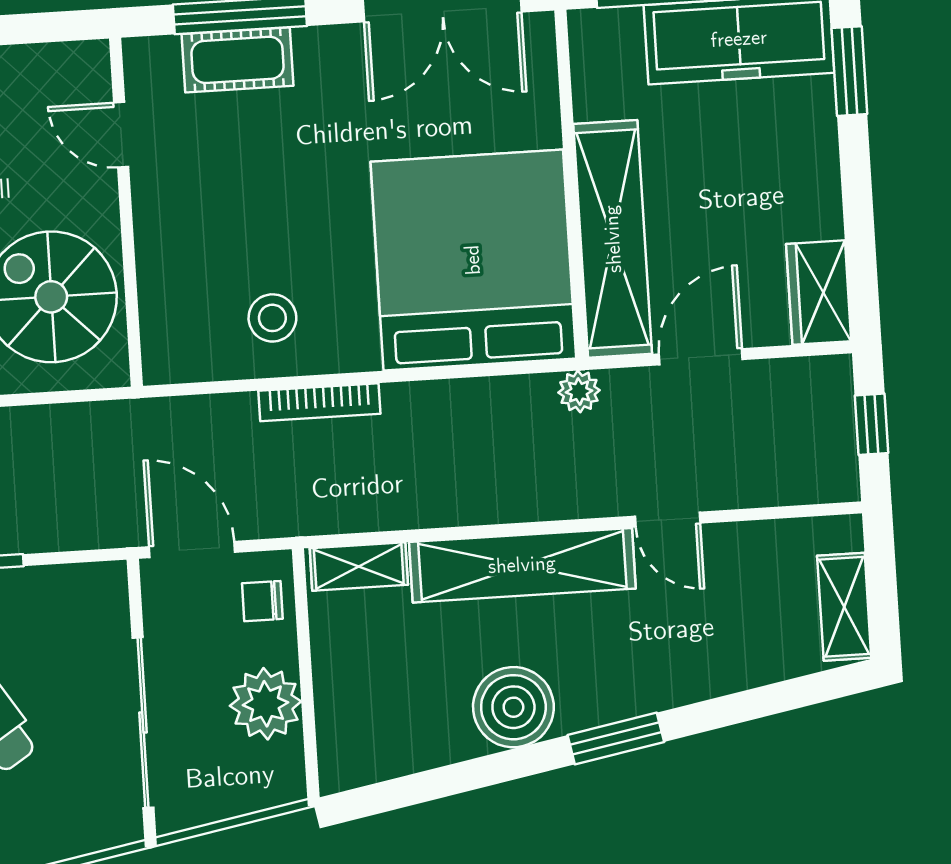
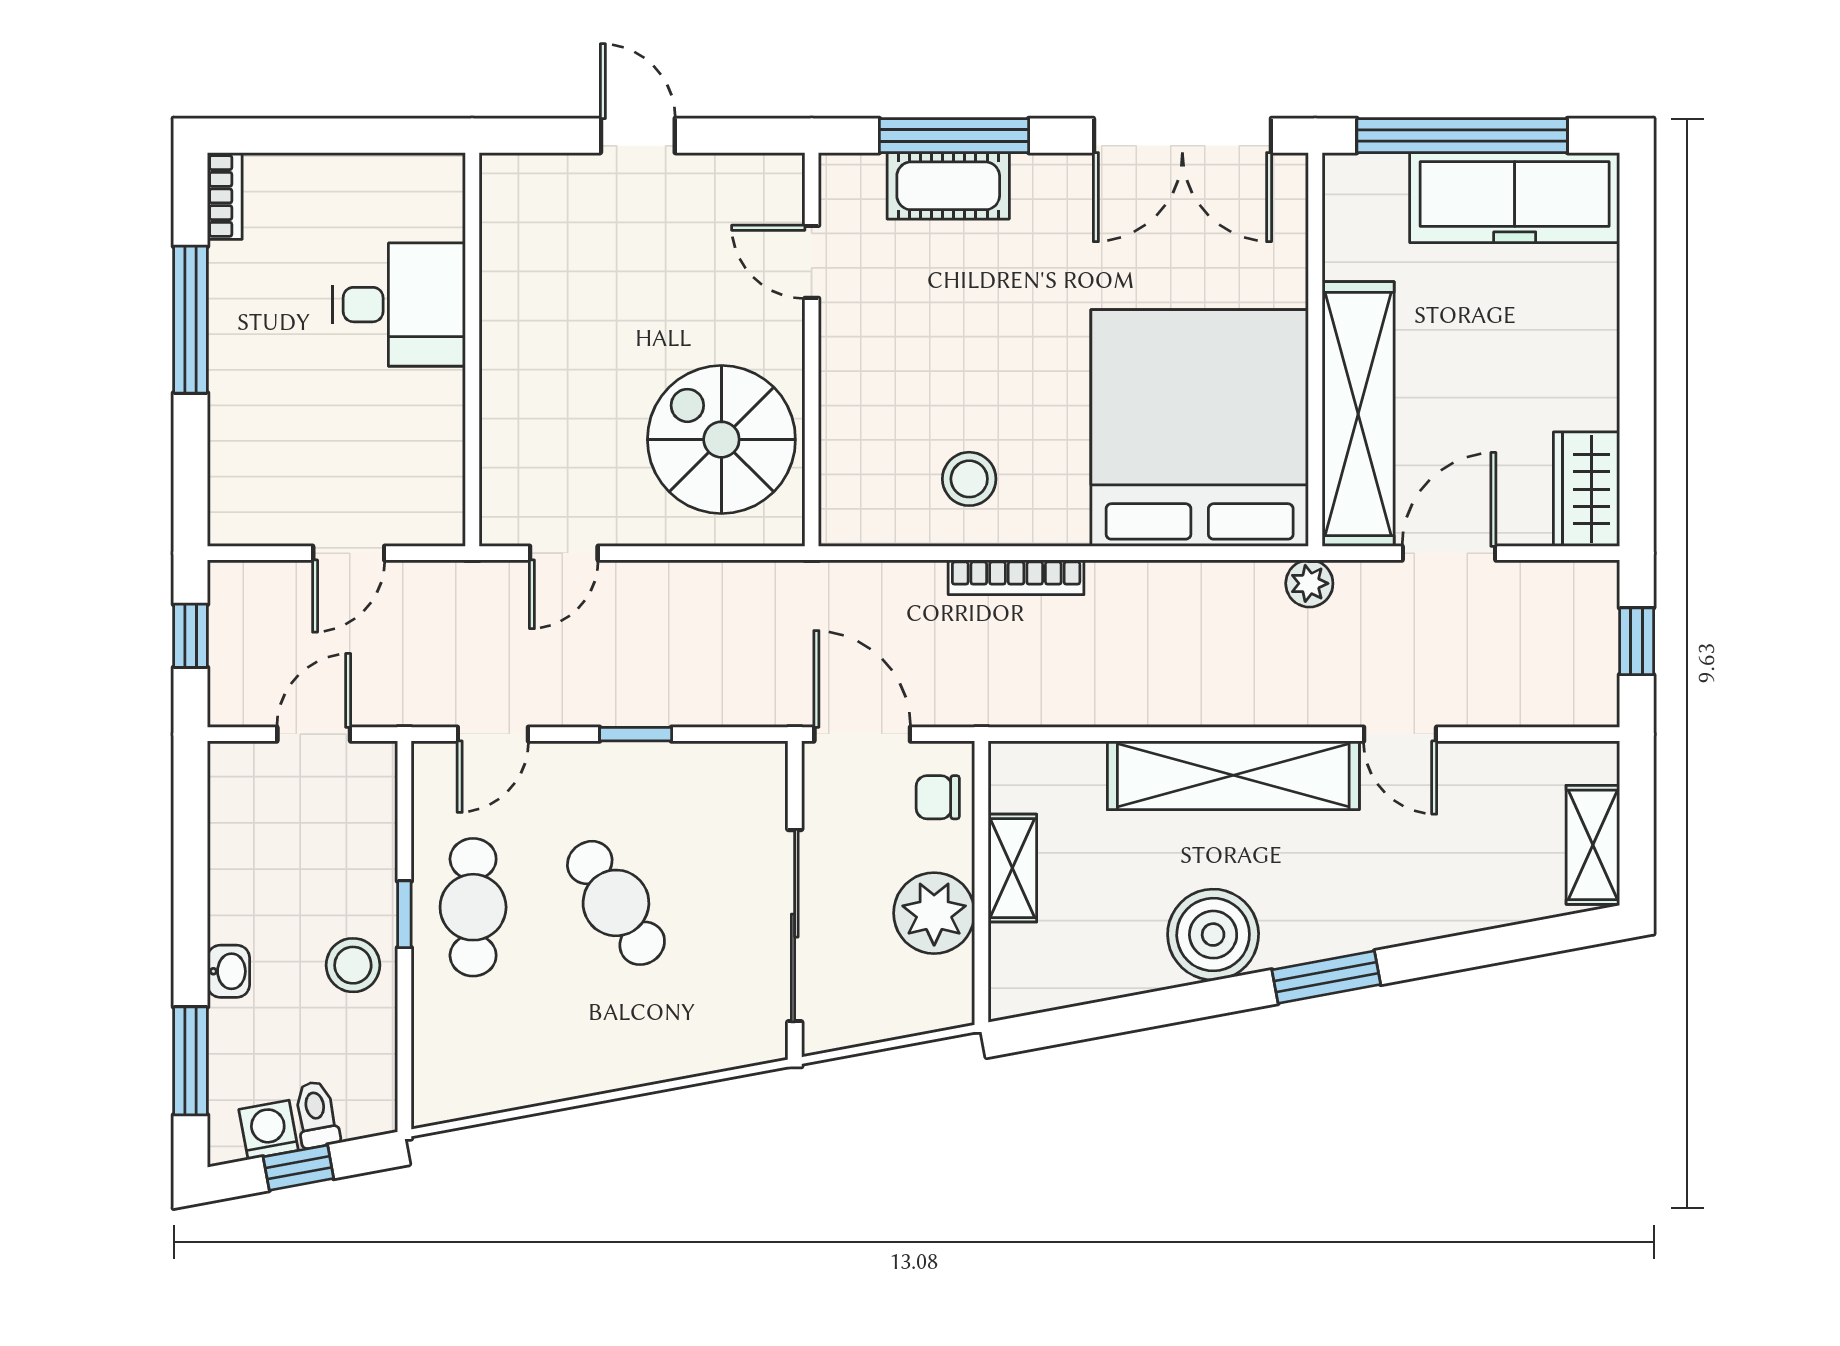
window: (849, 71) -> (1637, 242), removed
shelving: (359, 567) -> (1012, 868), moved, turned 90

